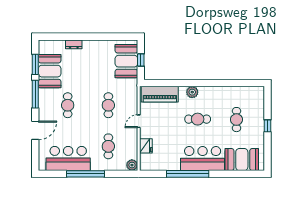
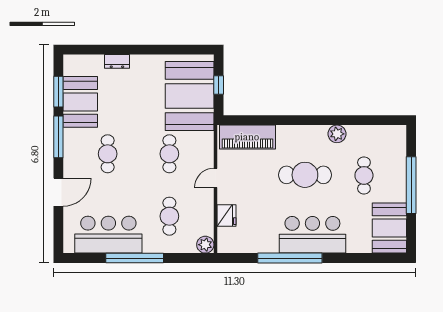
booth: (126, 61) -> (190, 96), width x1.36, depth x1.42
plant: (192, 92) -> (337, 134), moved
cafe table: (198, 119) -> (305, 175), width x1.37, depth x1.35
window: (267, 126) -> (411, 185), width x3.17
booth: (242, 160) -> (389, 228), moved, turned 90

